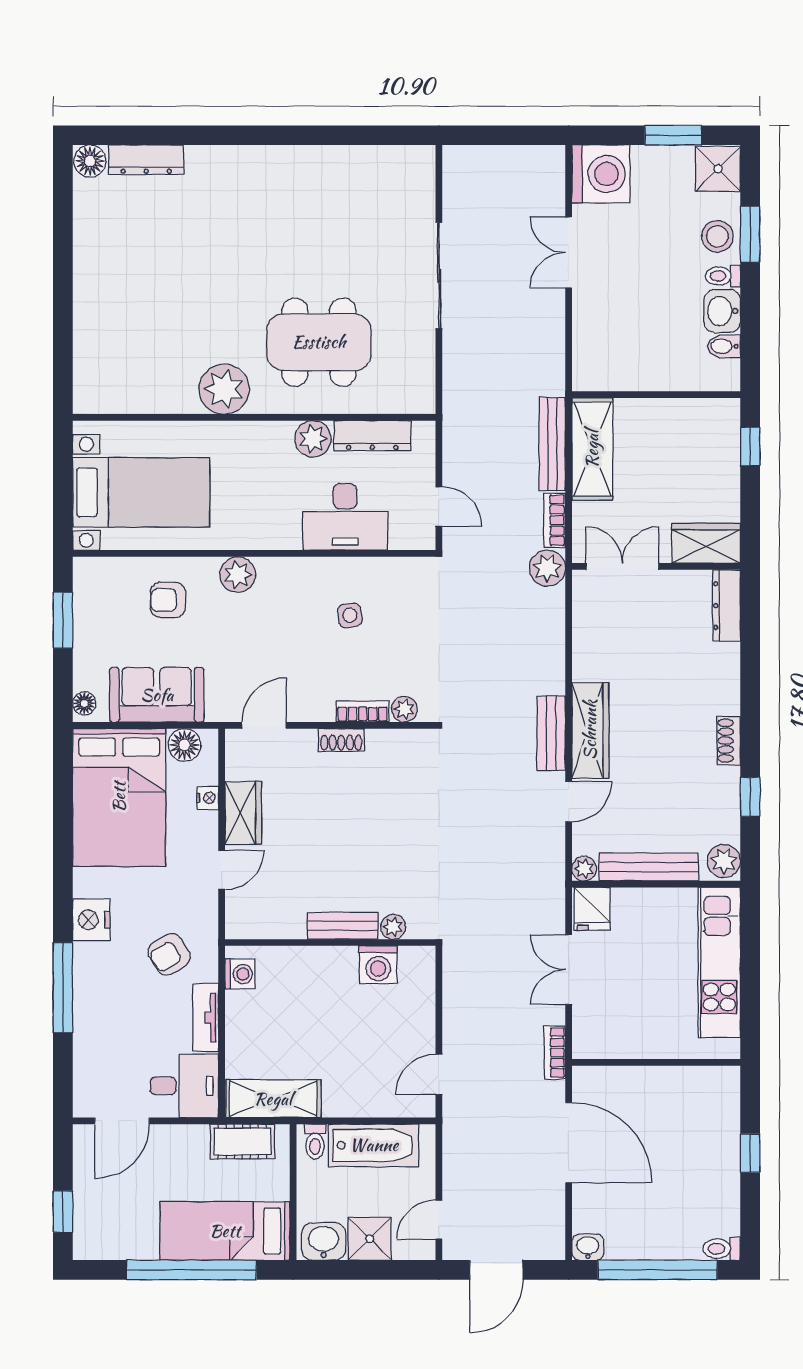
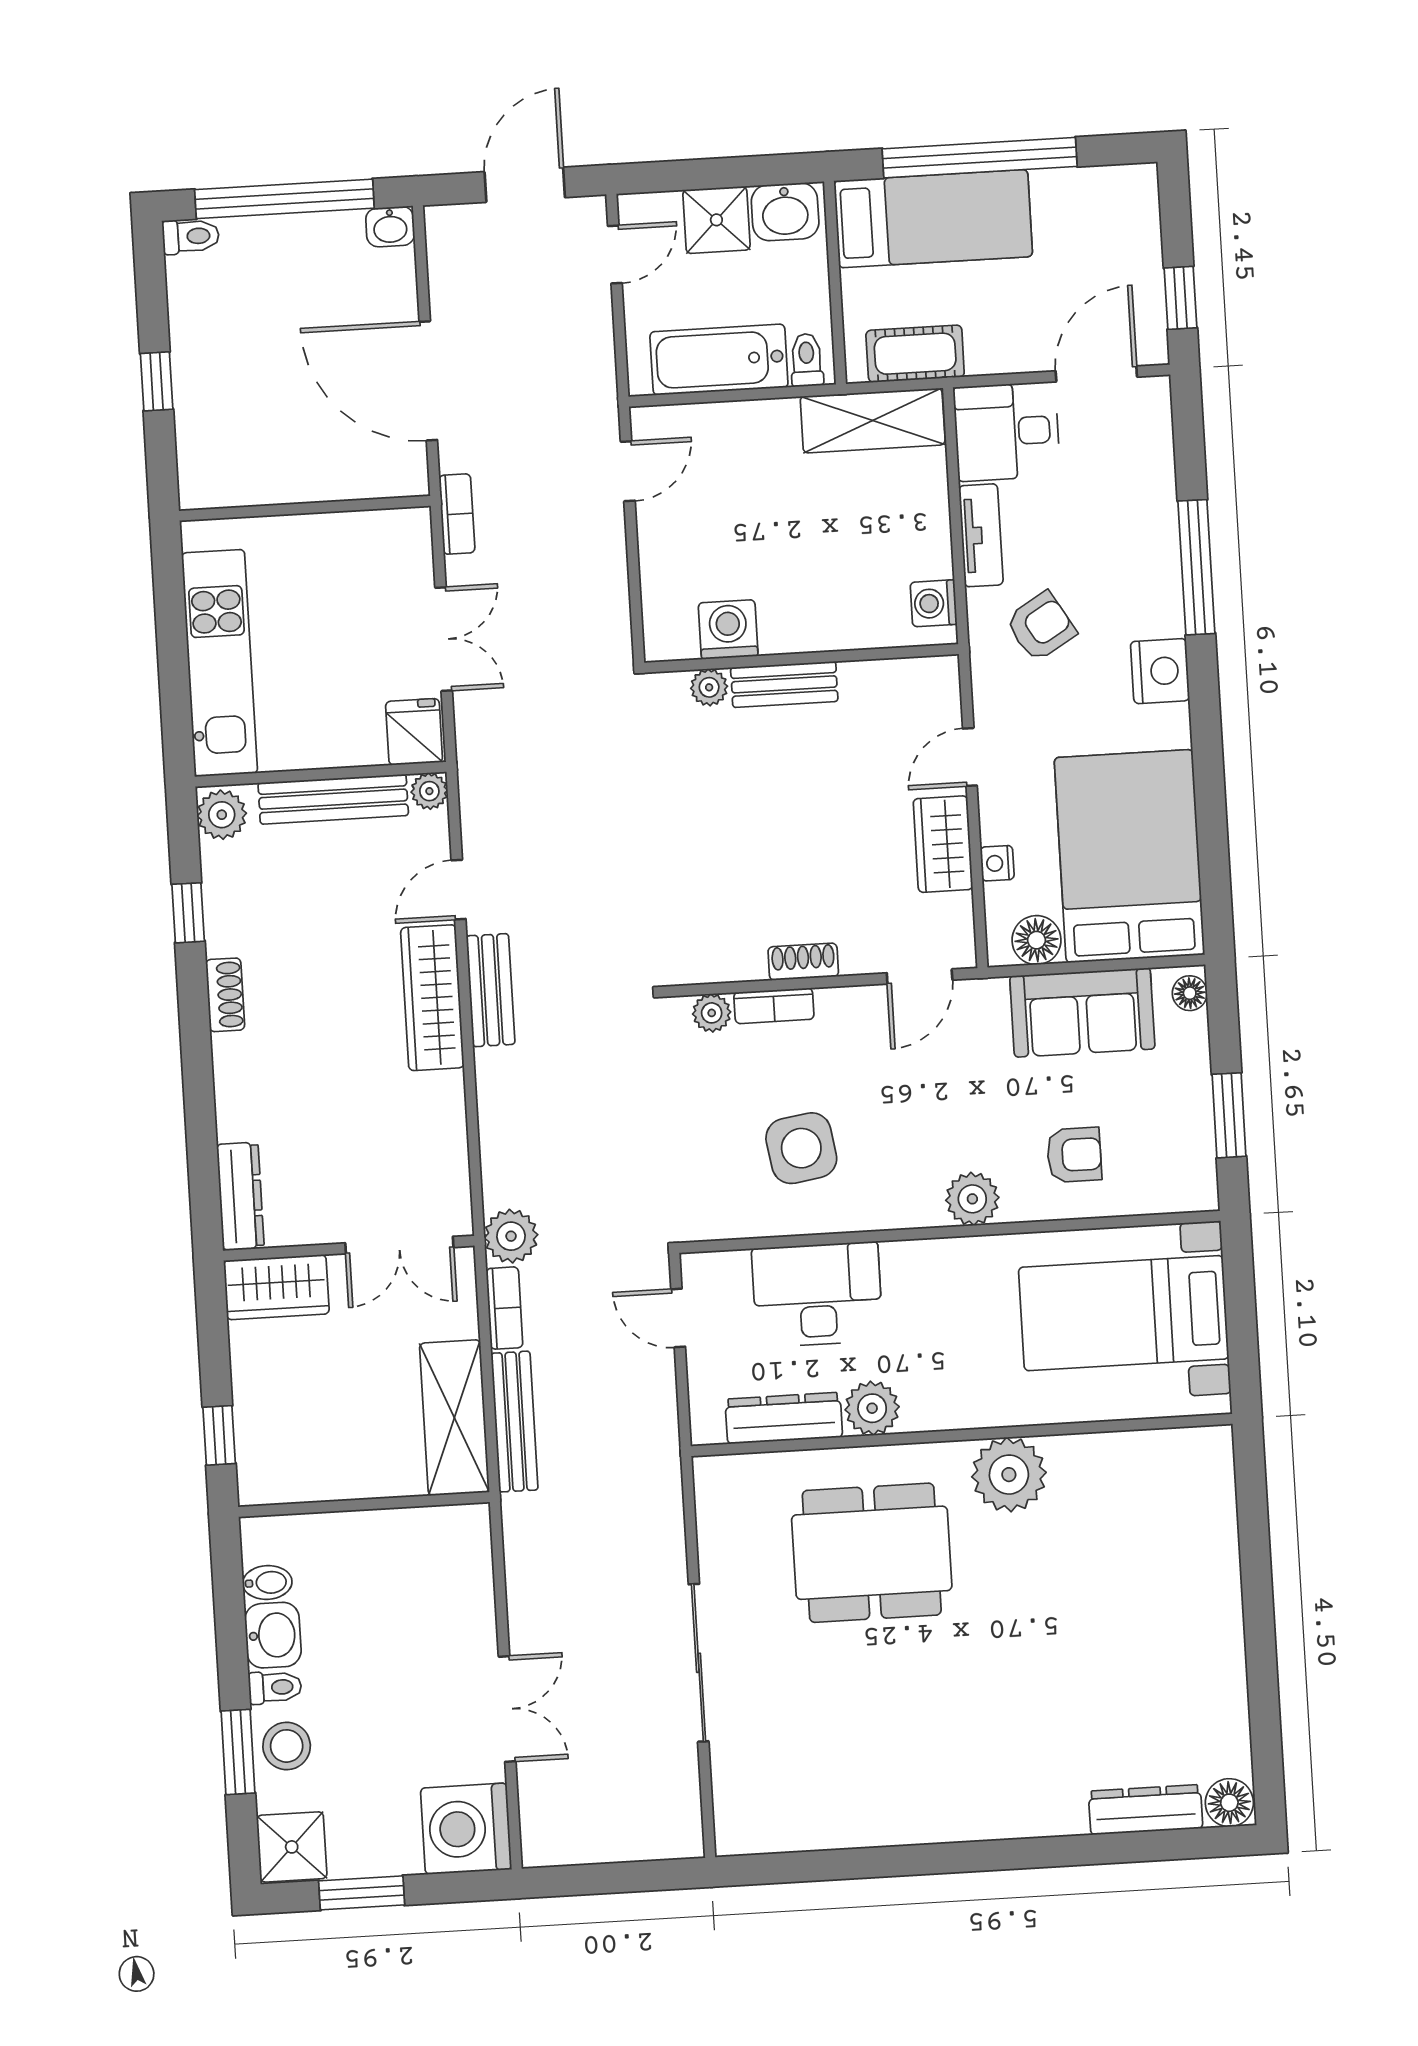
side table: (350, 615) -> (801, 1148), width x1.87, depth x1.87
window: (63, 1212) -> (1180, 298), moved

